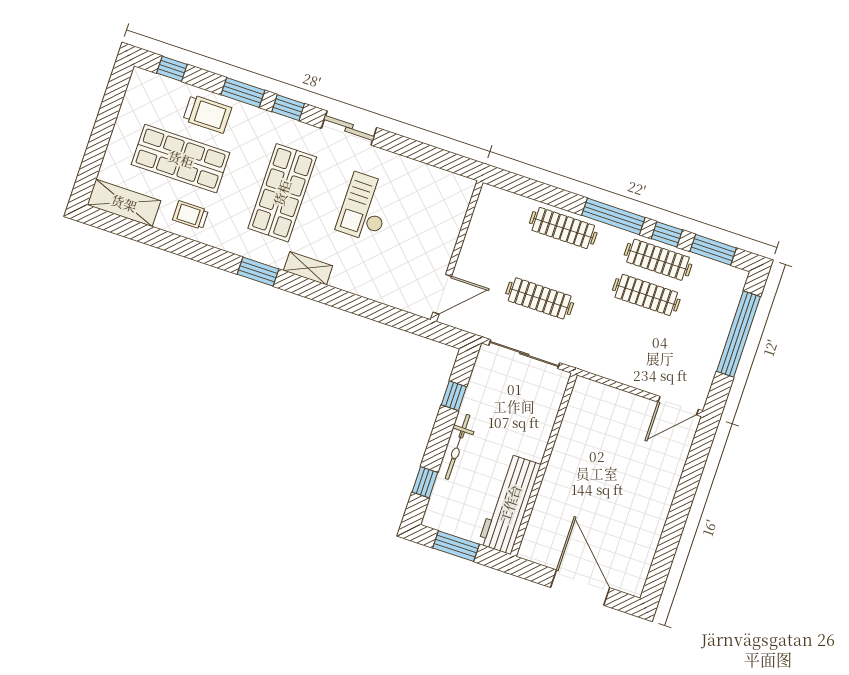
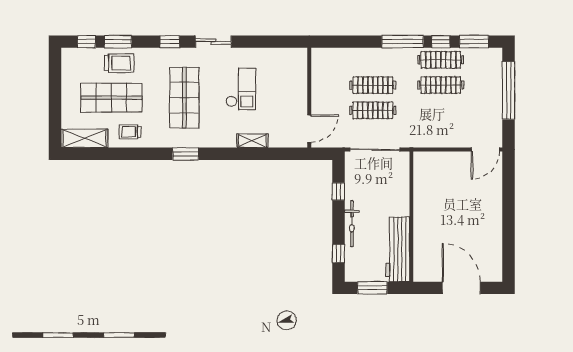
window: (243, 92) -> (118, 42), moved
checkout: (365, 207) -> (241, 89), turned 180
clothes rail: (563, 228) -> (373, 85), moved
shelving: (308, 268) -> (252, 141), moved

